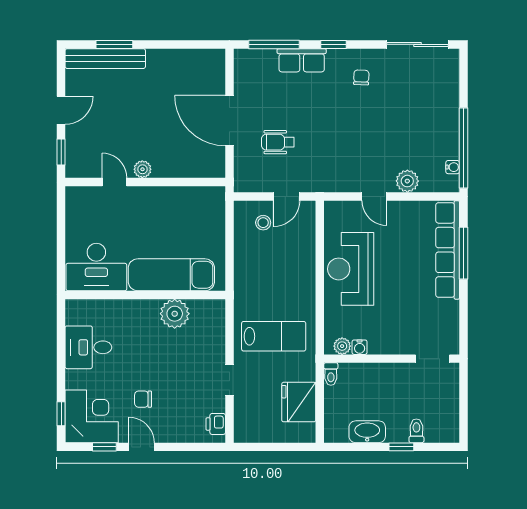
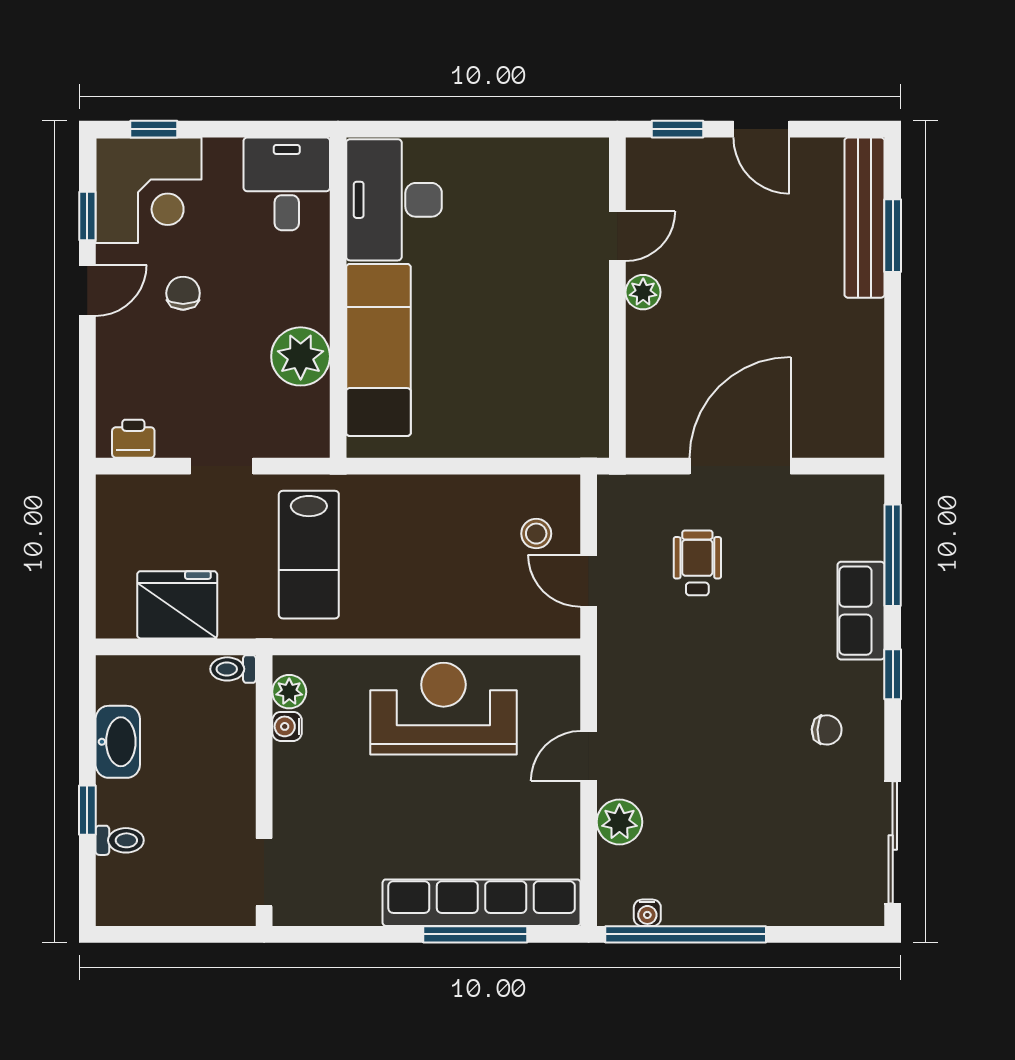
desk: (96, 267) -> (394, 200), moved
exam couch: (171, 275) -> (378, 350), moved
wall: (145, 295) -> (338, 298), moved
plant: (175, 314) -> (301, 356), moved

